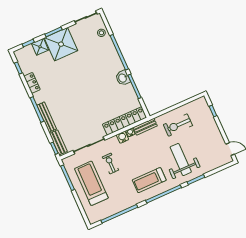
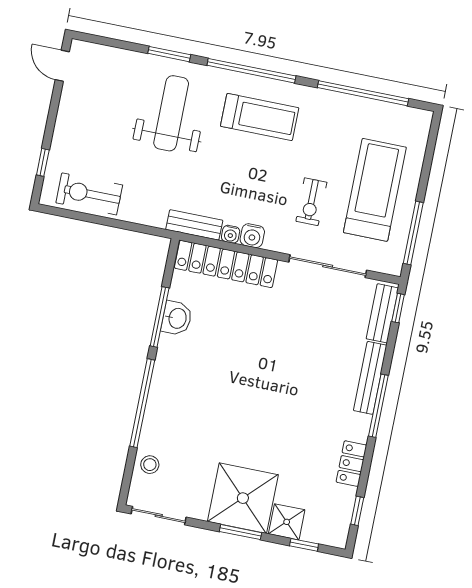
washbasin: (123, 78) -> (177, 318), moved
exercise bike: (178, 125) -> (89, 194), moved, turned 180
weight bench: (181, 160) -> (171, 113), turned 180
treadmill: (91, 183) -> (375, 190), turned 180

